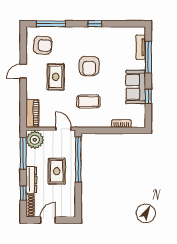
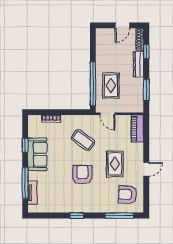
coffee table: (88, 102) -> (83, 140), turned 36
plant: (35, 140) -> (135, 103), removed
window: (23, 153) -> (146, 90), width x0.69
rug: (57, 171) -> (111, 86), moved

